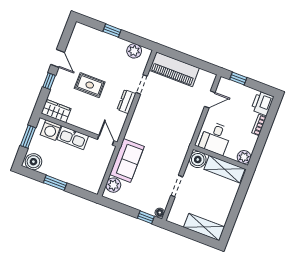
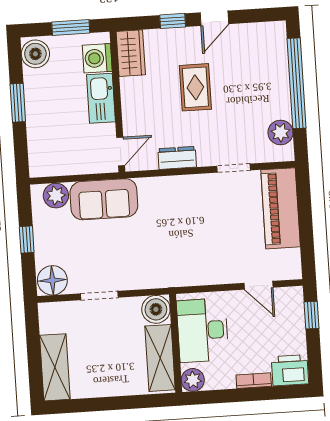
window: (112, 31) -> (297, 83), width x3.17
dresser: (127, 102) -> (177, 158), moved
desk: (215, 138) -> (203, 330), width x1.37
floor lamp: (160, 213) -> (52, 280), width x1.89, depth x1.89
window: (146, 217) -> (27, 239), moved

